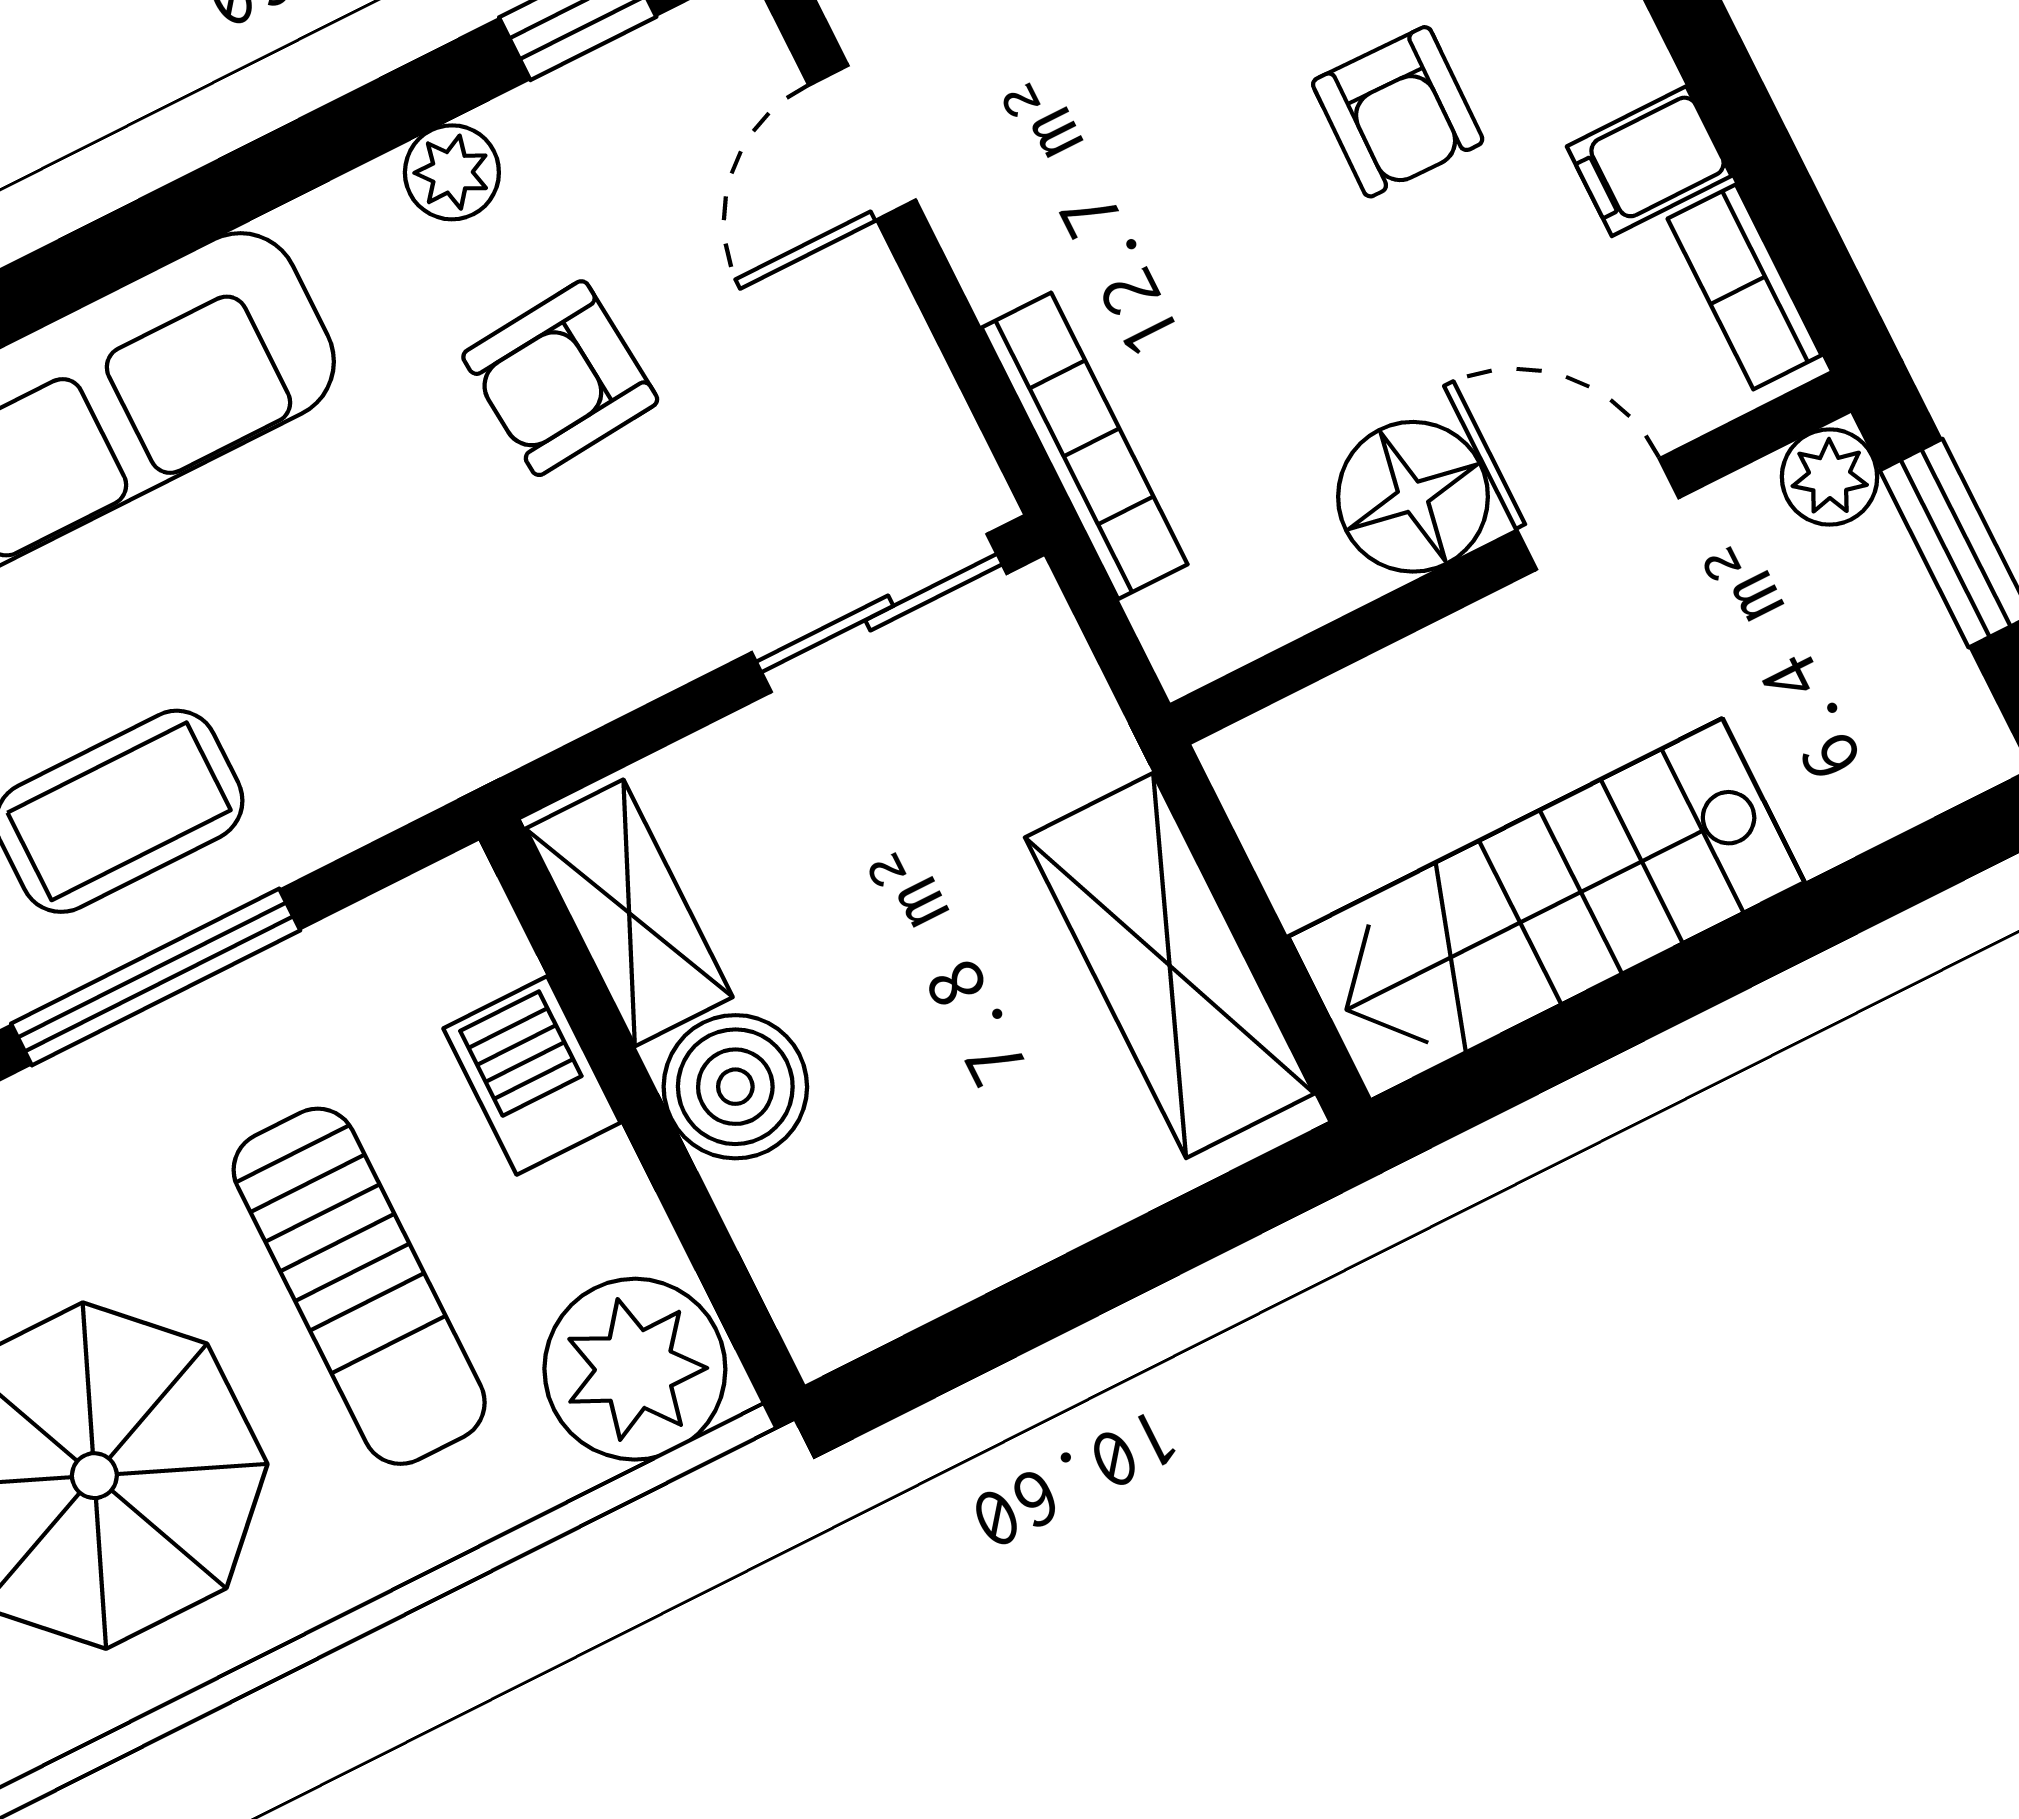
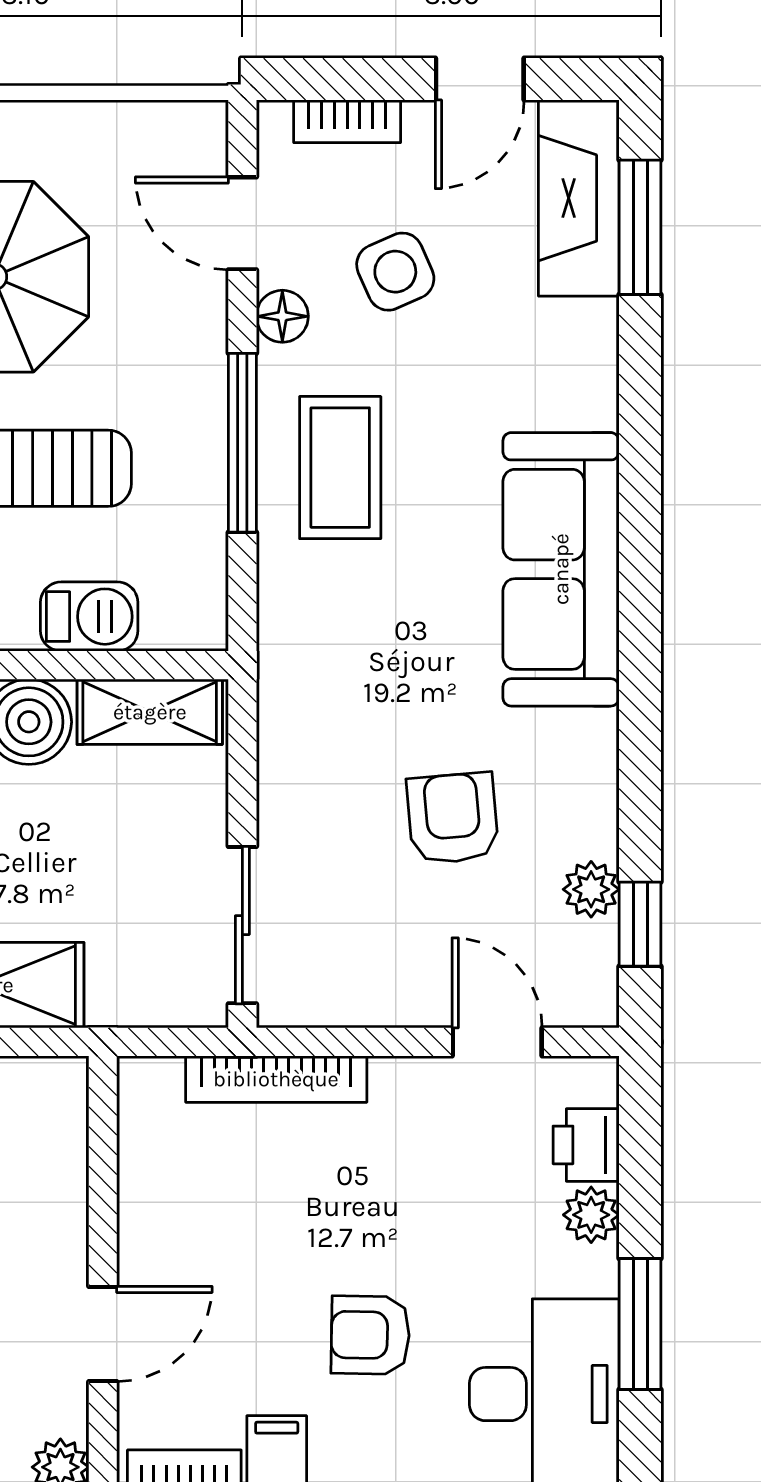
plant: (452, 172) -> (591, 889), moved
floor lamp: (1413, 497) -> (161, 1240), removed

